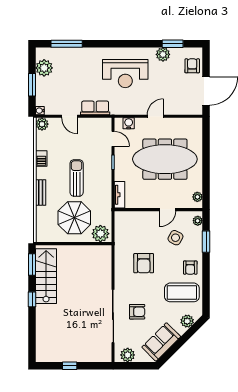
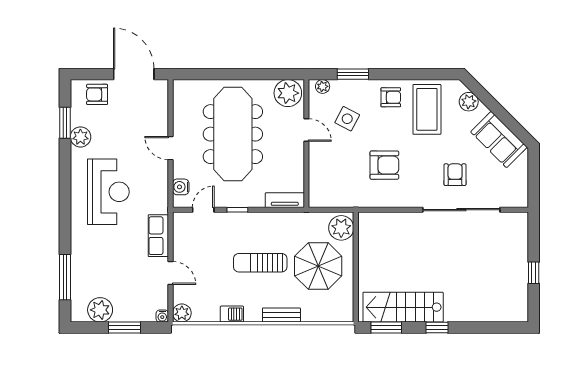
door: (70, 116) -> (171, 273), hinge flipped
plant: (197, 197) -> (288, 93), width x1.88, depth x1.88
plant: (128, 355) -> (518, 188), removed

